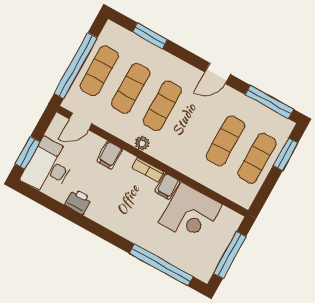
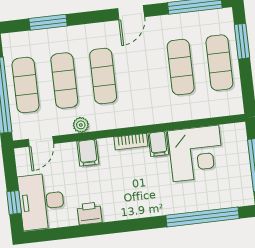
plant: (142, 143) -> (81, 125), moved
window: (27, 153) -> (14, 202), width x0.67

